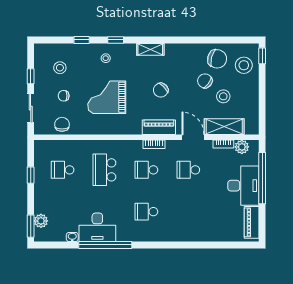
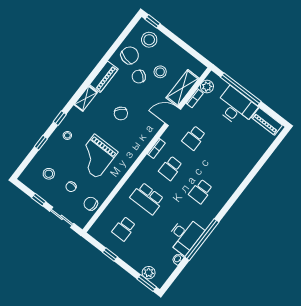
piano: (159, 127) -> (104, 77), moved, turned 180

